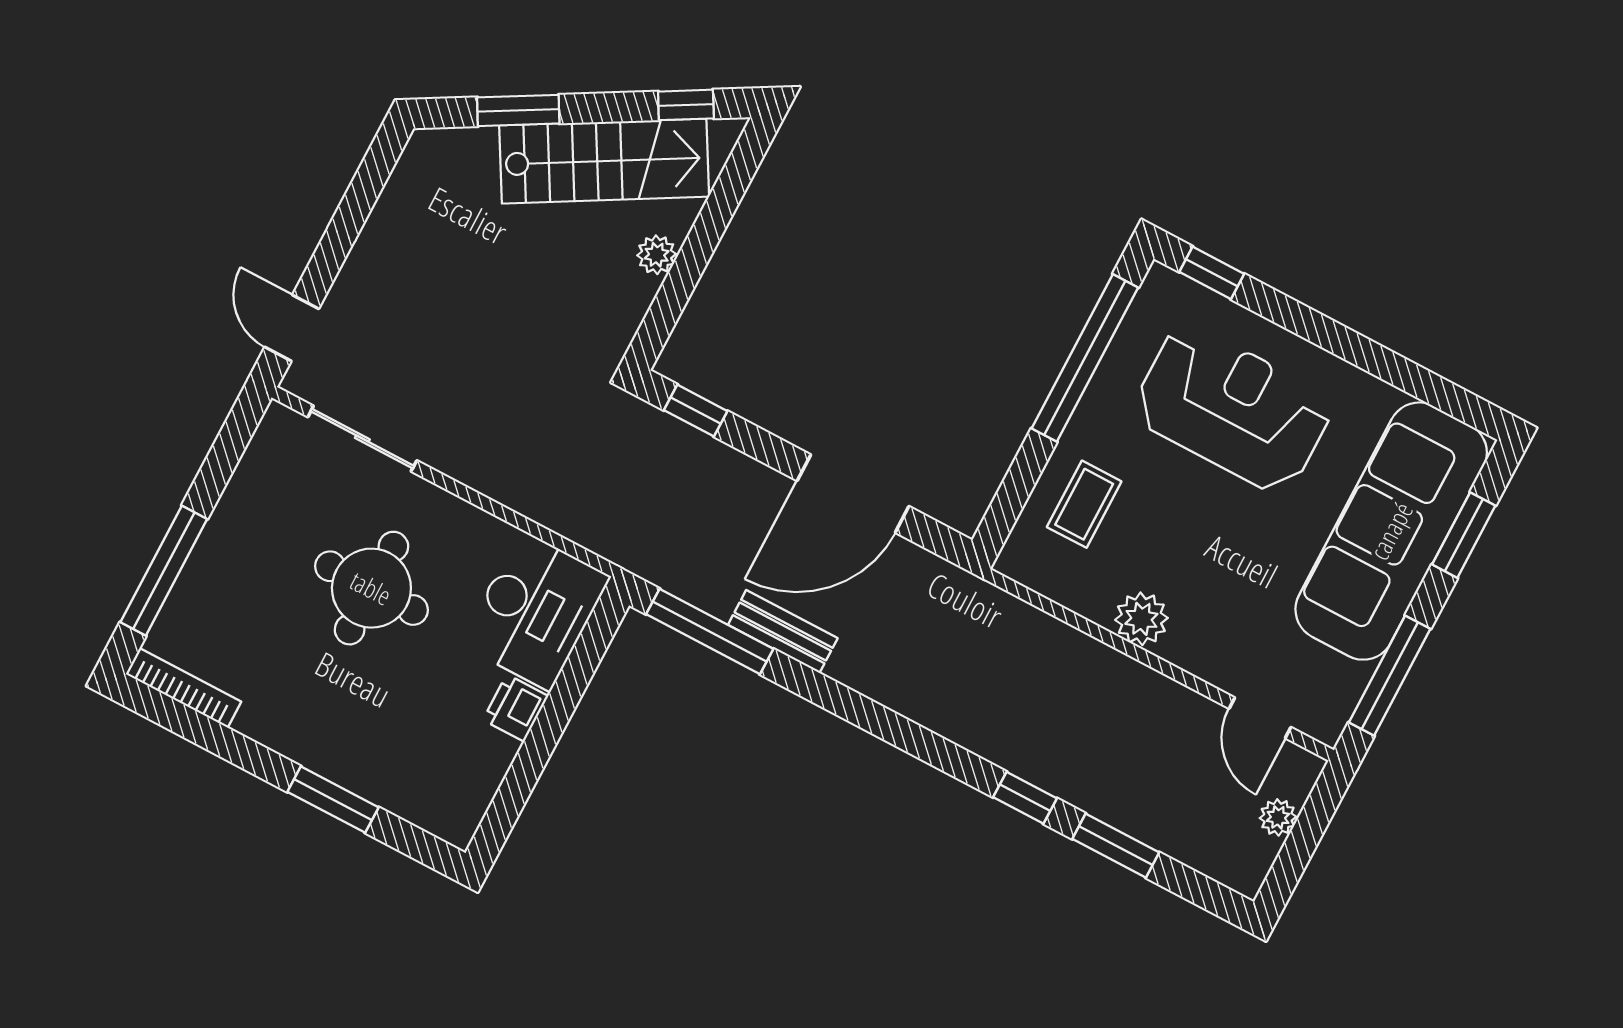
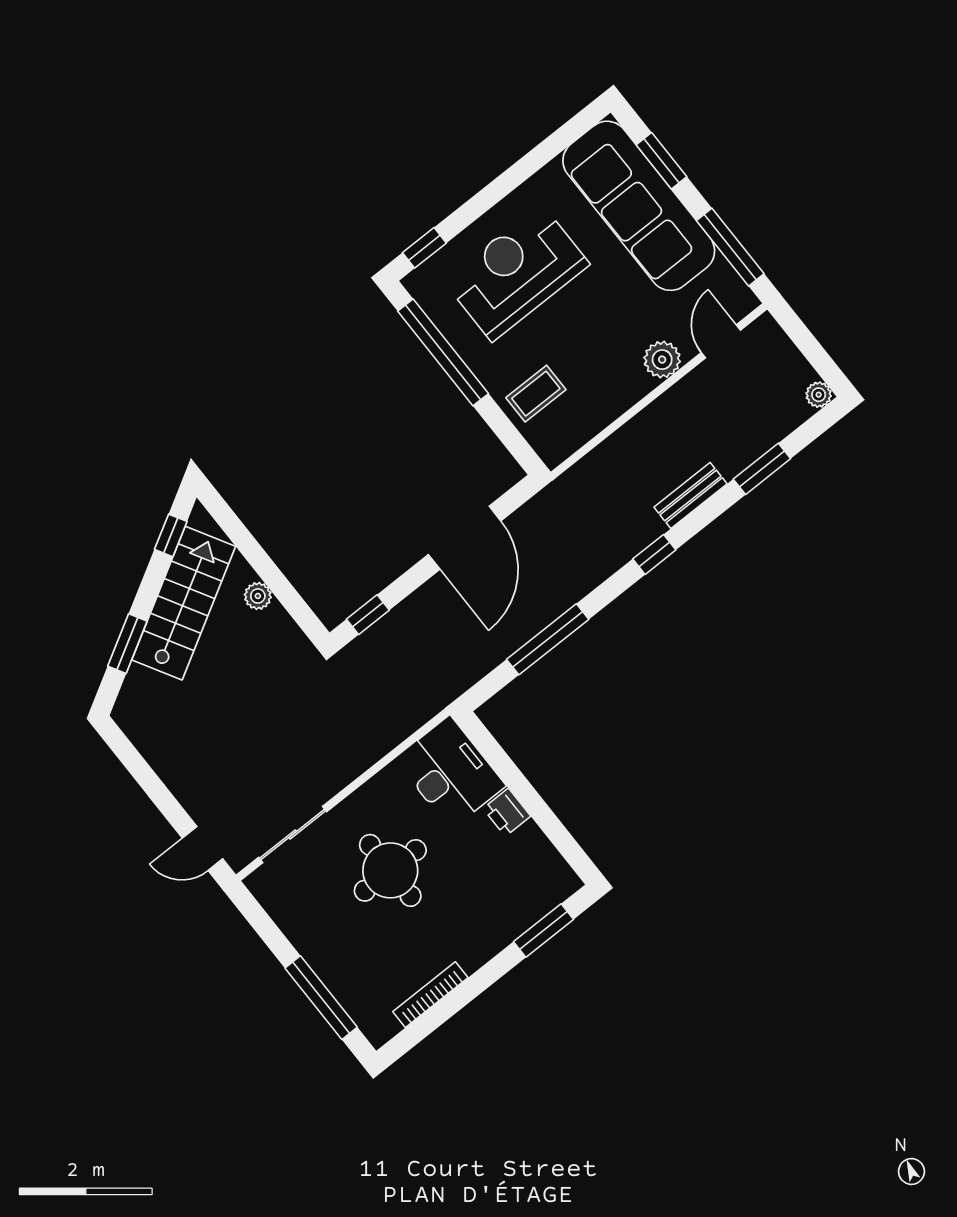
coffee table: (1084, 504) -> (536, 394), turned 90
plant: (1141, 619) -> (662, 360), moved
window: (710, 632) -> (548, 639), moved
bench: (783, 632) -> (690, 495), moved
bookcase: (183, 688) -> (430, 995), moved
door: (1260, 718) -> (721, 341), swing flipped
window: (1025, 798) -> (654, 554), moved
window: (333, 800) -> (544, 930), moved
plant: (1278, 817) -> (819, 395), moved

